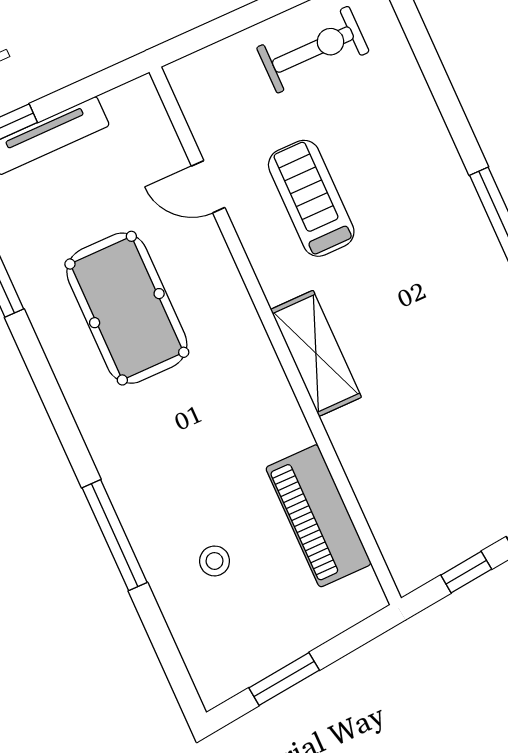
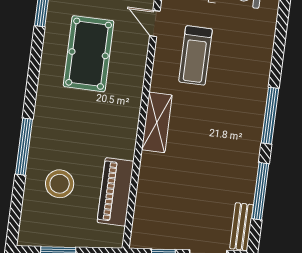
treadmill: (311, 198) -> (195, 55), turned 180
stool: (215, 561) -> (60, 184), width x1.89, depth x1.89

